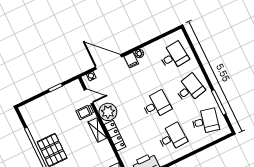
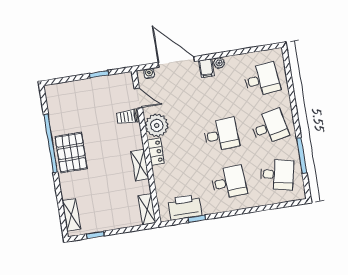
shelving: (97, 130) -> (140, 165), moved
locker: (115, 136) -> (156, 152), width x0.66

